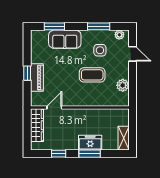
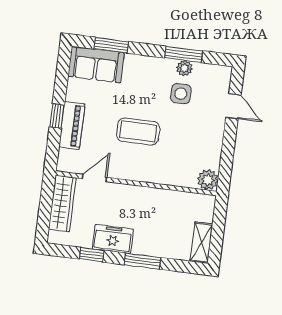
plant: (119, 35) -> (184, 68), moved
sofa: (65, 39) -> (96, 65), moved
coffee table: (92, 75) -> (138, 131), moved
plant: (123, 85) -> (208, 180), moved
freezer: (90, 143) -> (113, 239), moved

